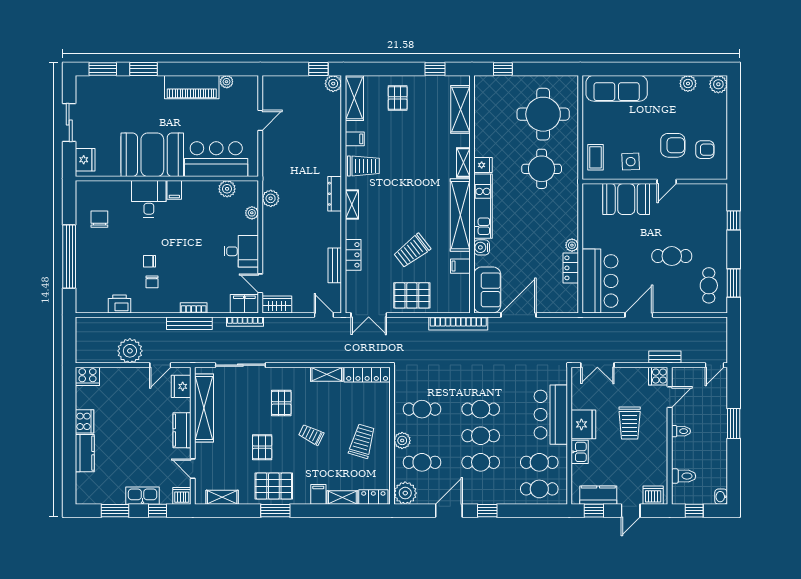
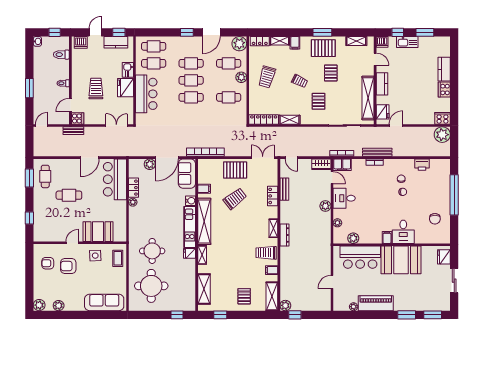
plant: (271, 198) -> (325, 206), moved
plant: (545, 305) -> (150, 164), added
plant: (130, 351) -> (442, 135), moved

